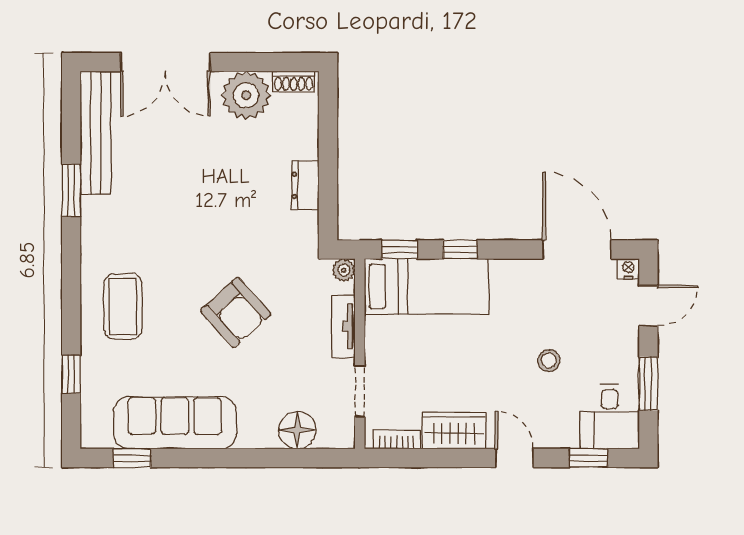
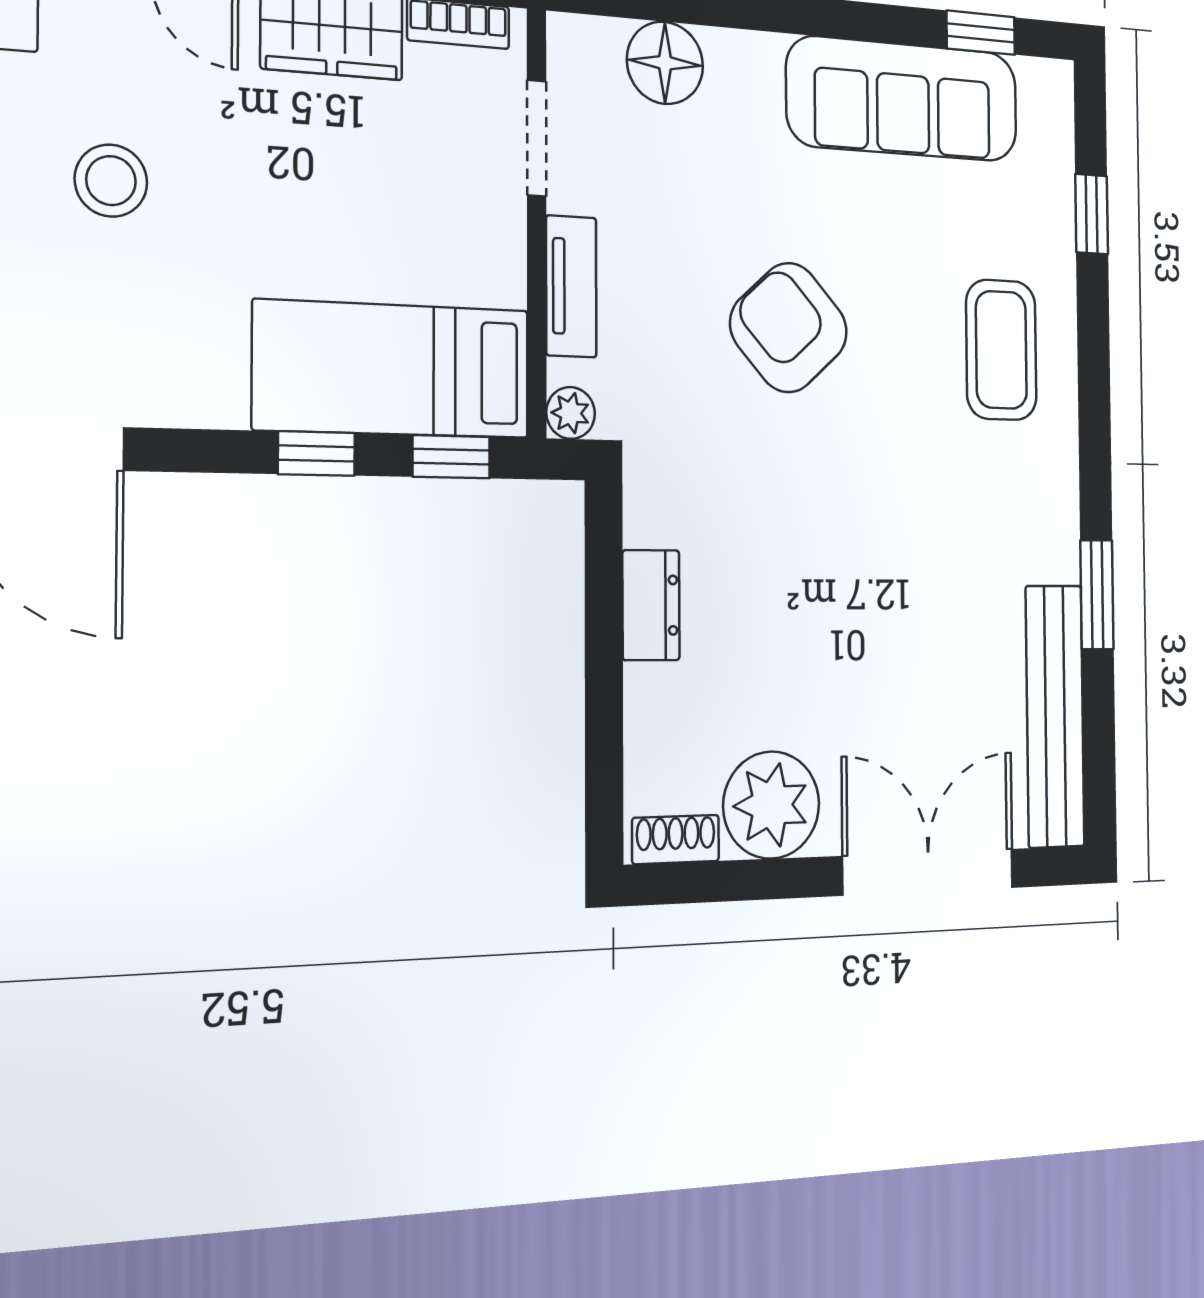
stool: (549, 361) -> (111, 181), width x1.37, depth x1.37

